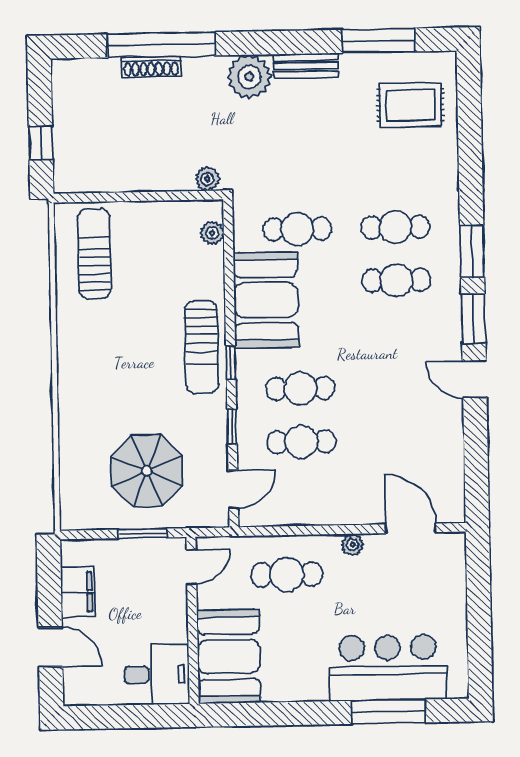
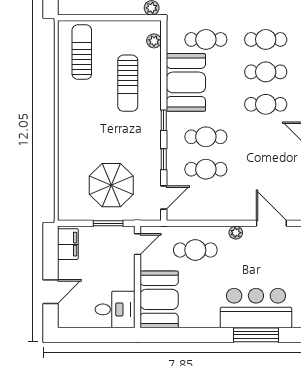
cafe table: (397, 333) -> (266, 104), added
sun lounger: (201, 347) -> (128, 83), moved
filing cabinet: (78, 592) -> (68, 244), moved
door: (50, 647) -> (50, 292), hinge flipped

